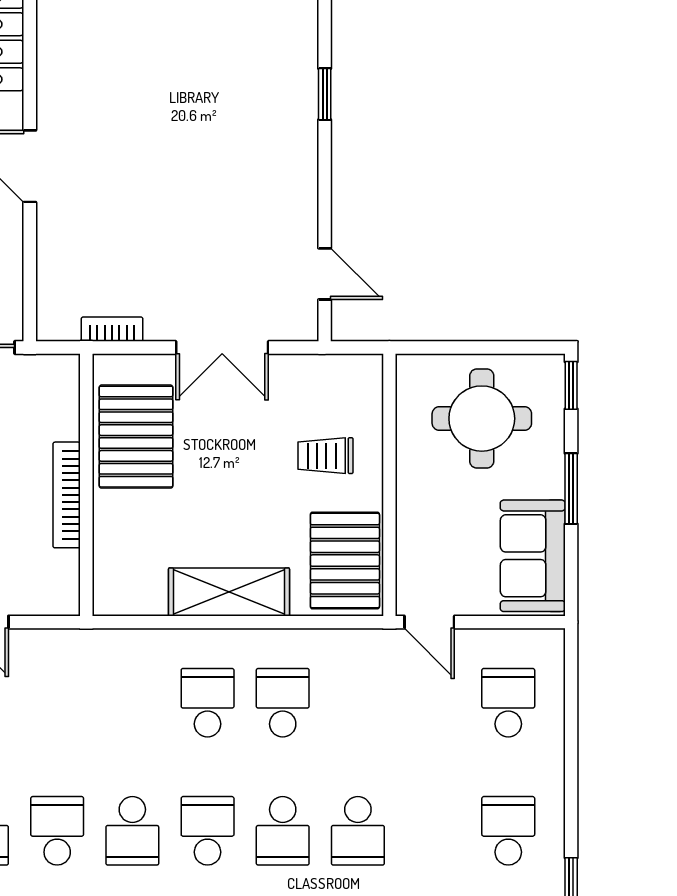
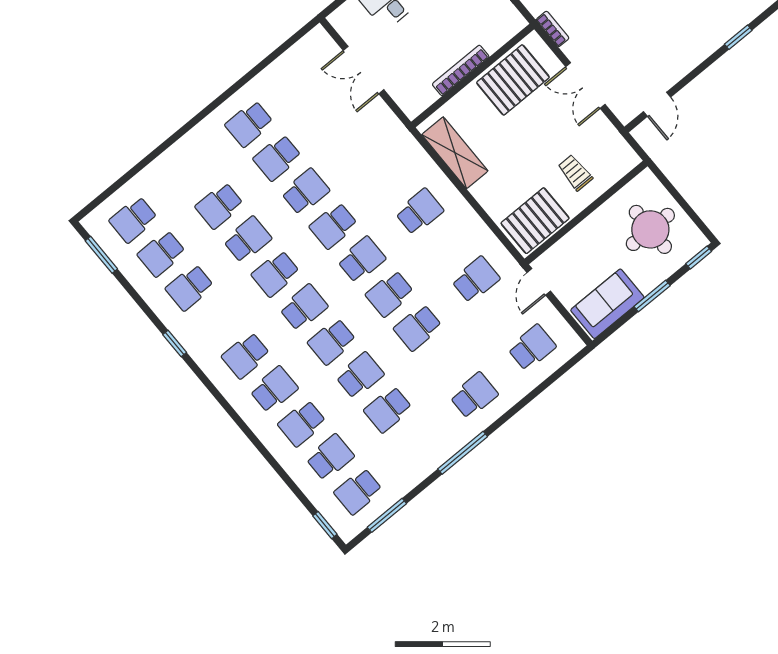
shelving: (229, 592) -> (455, 153), moved
school desk: (283, 703) -> (476, 280), moved

